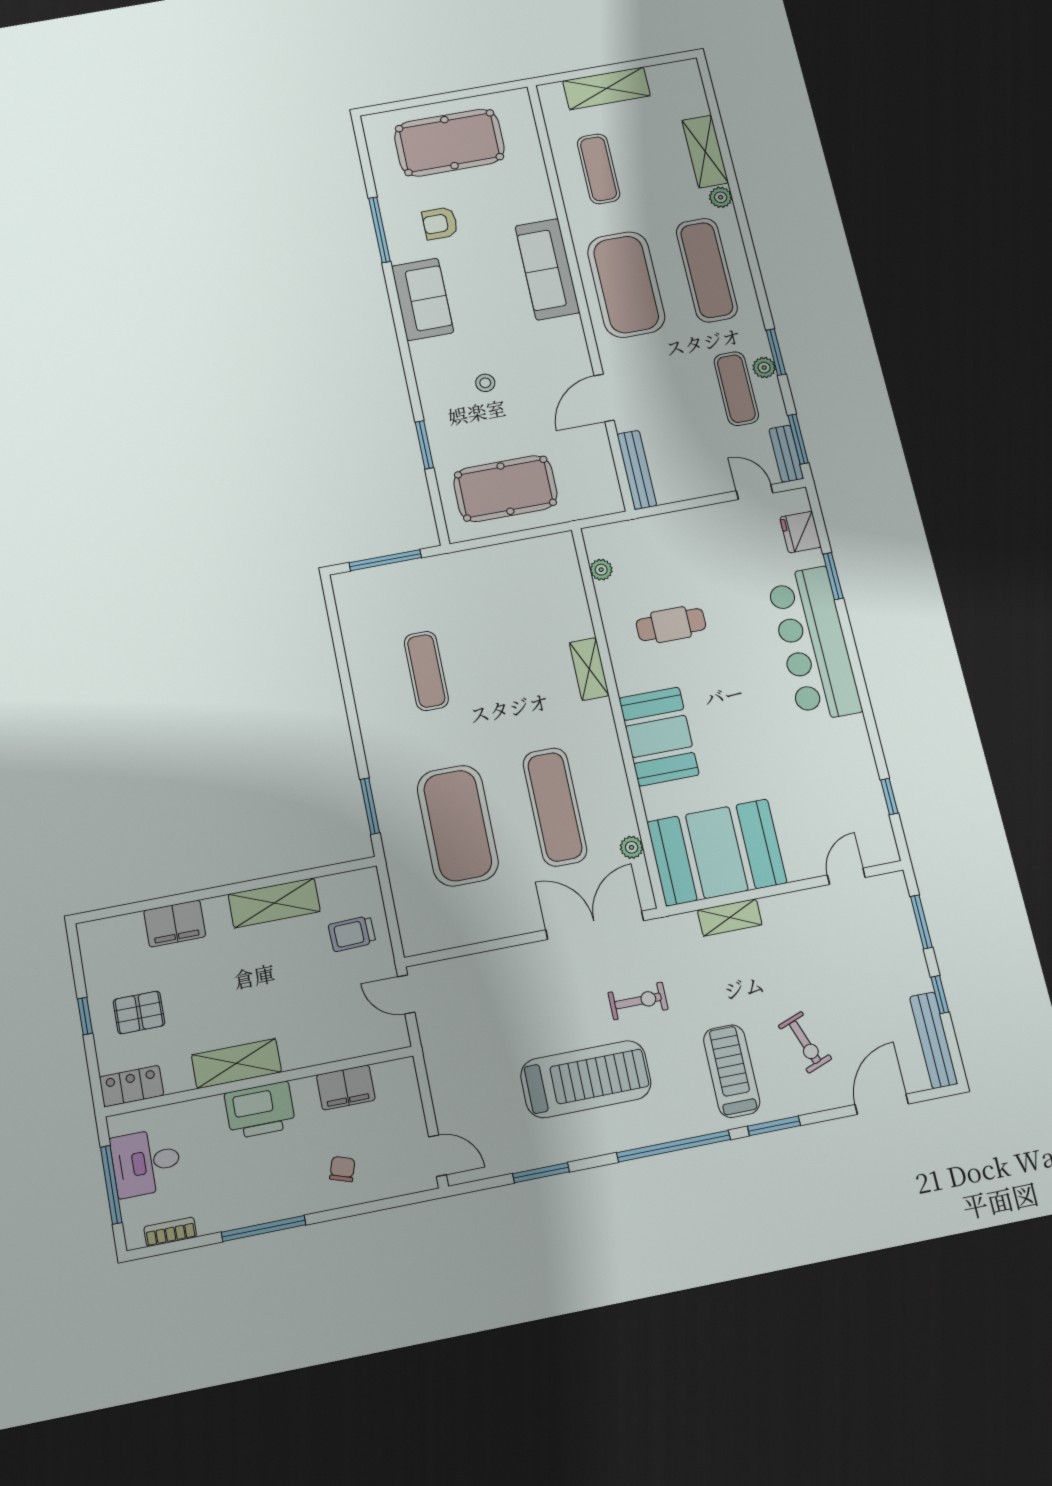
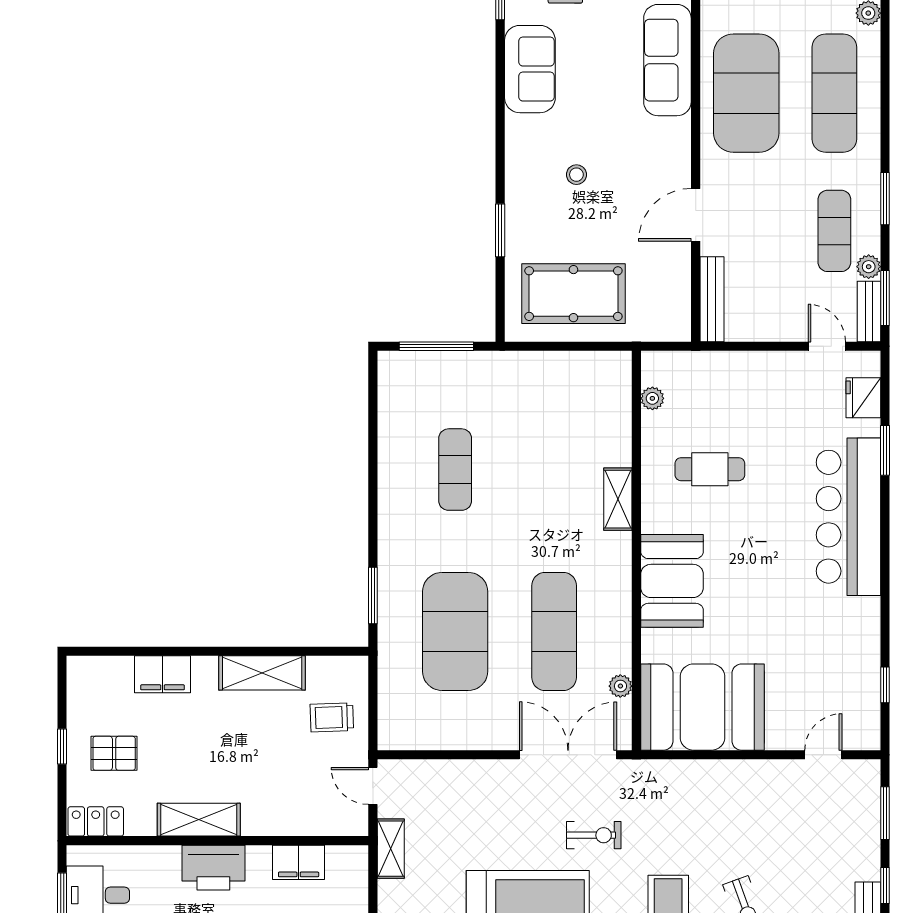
plant: (764, 368) -> (869, 267), moved
shelving: (730, 917) -> (391, 849), moved, turned 90

